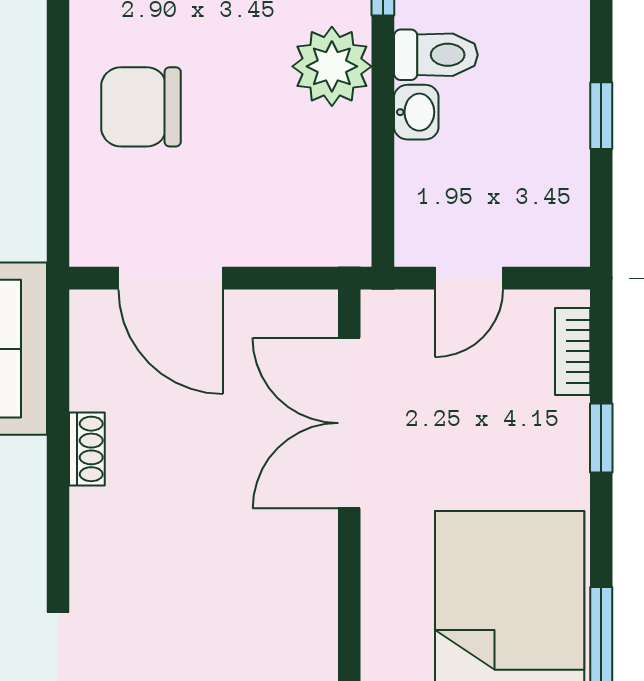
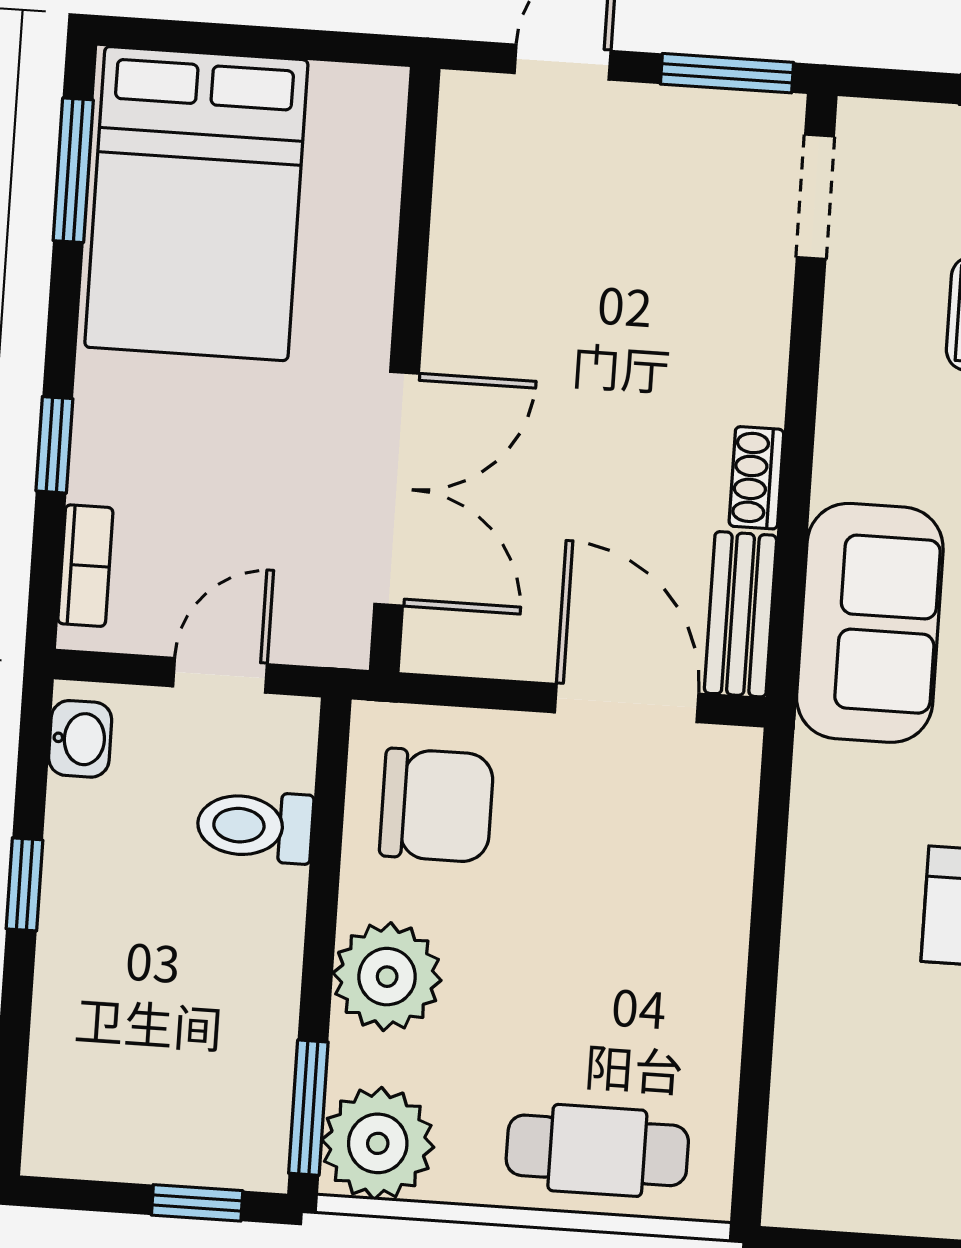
toilet: (436, 55) -> (255, 826), moved
chair: (141, 107) -> (437, 805), moved
washbasin: (416, 112) -> (80, 739), moved, turned 180
bench: (92, 349) -> (740, 614), added

